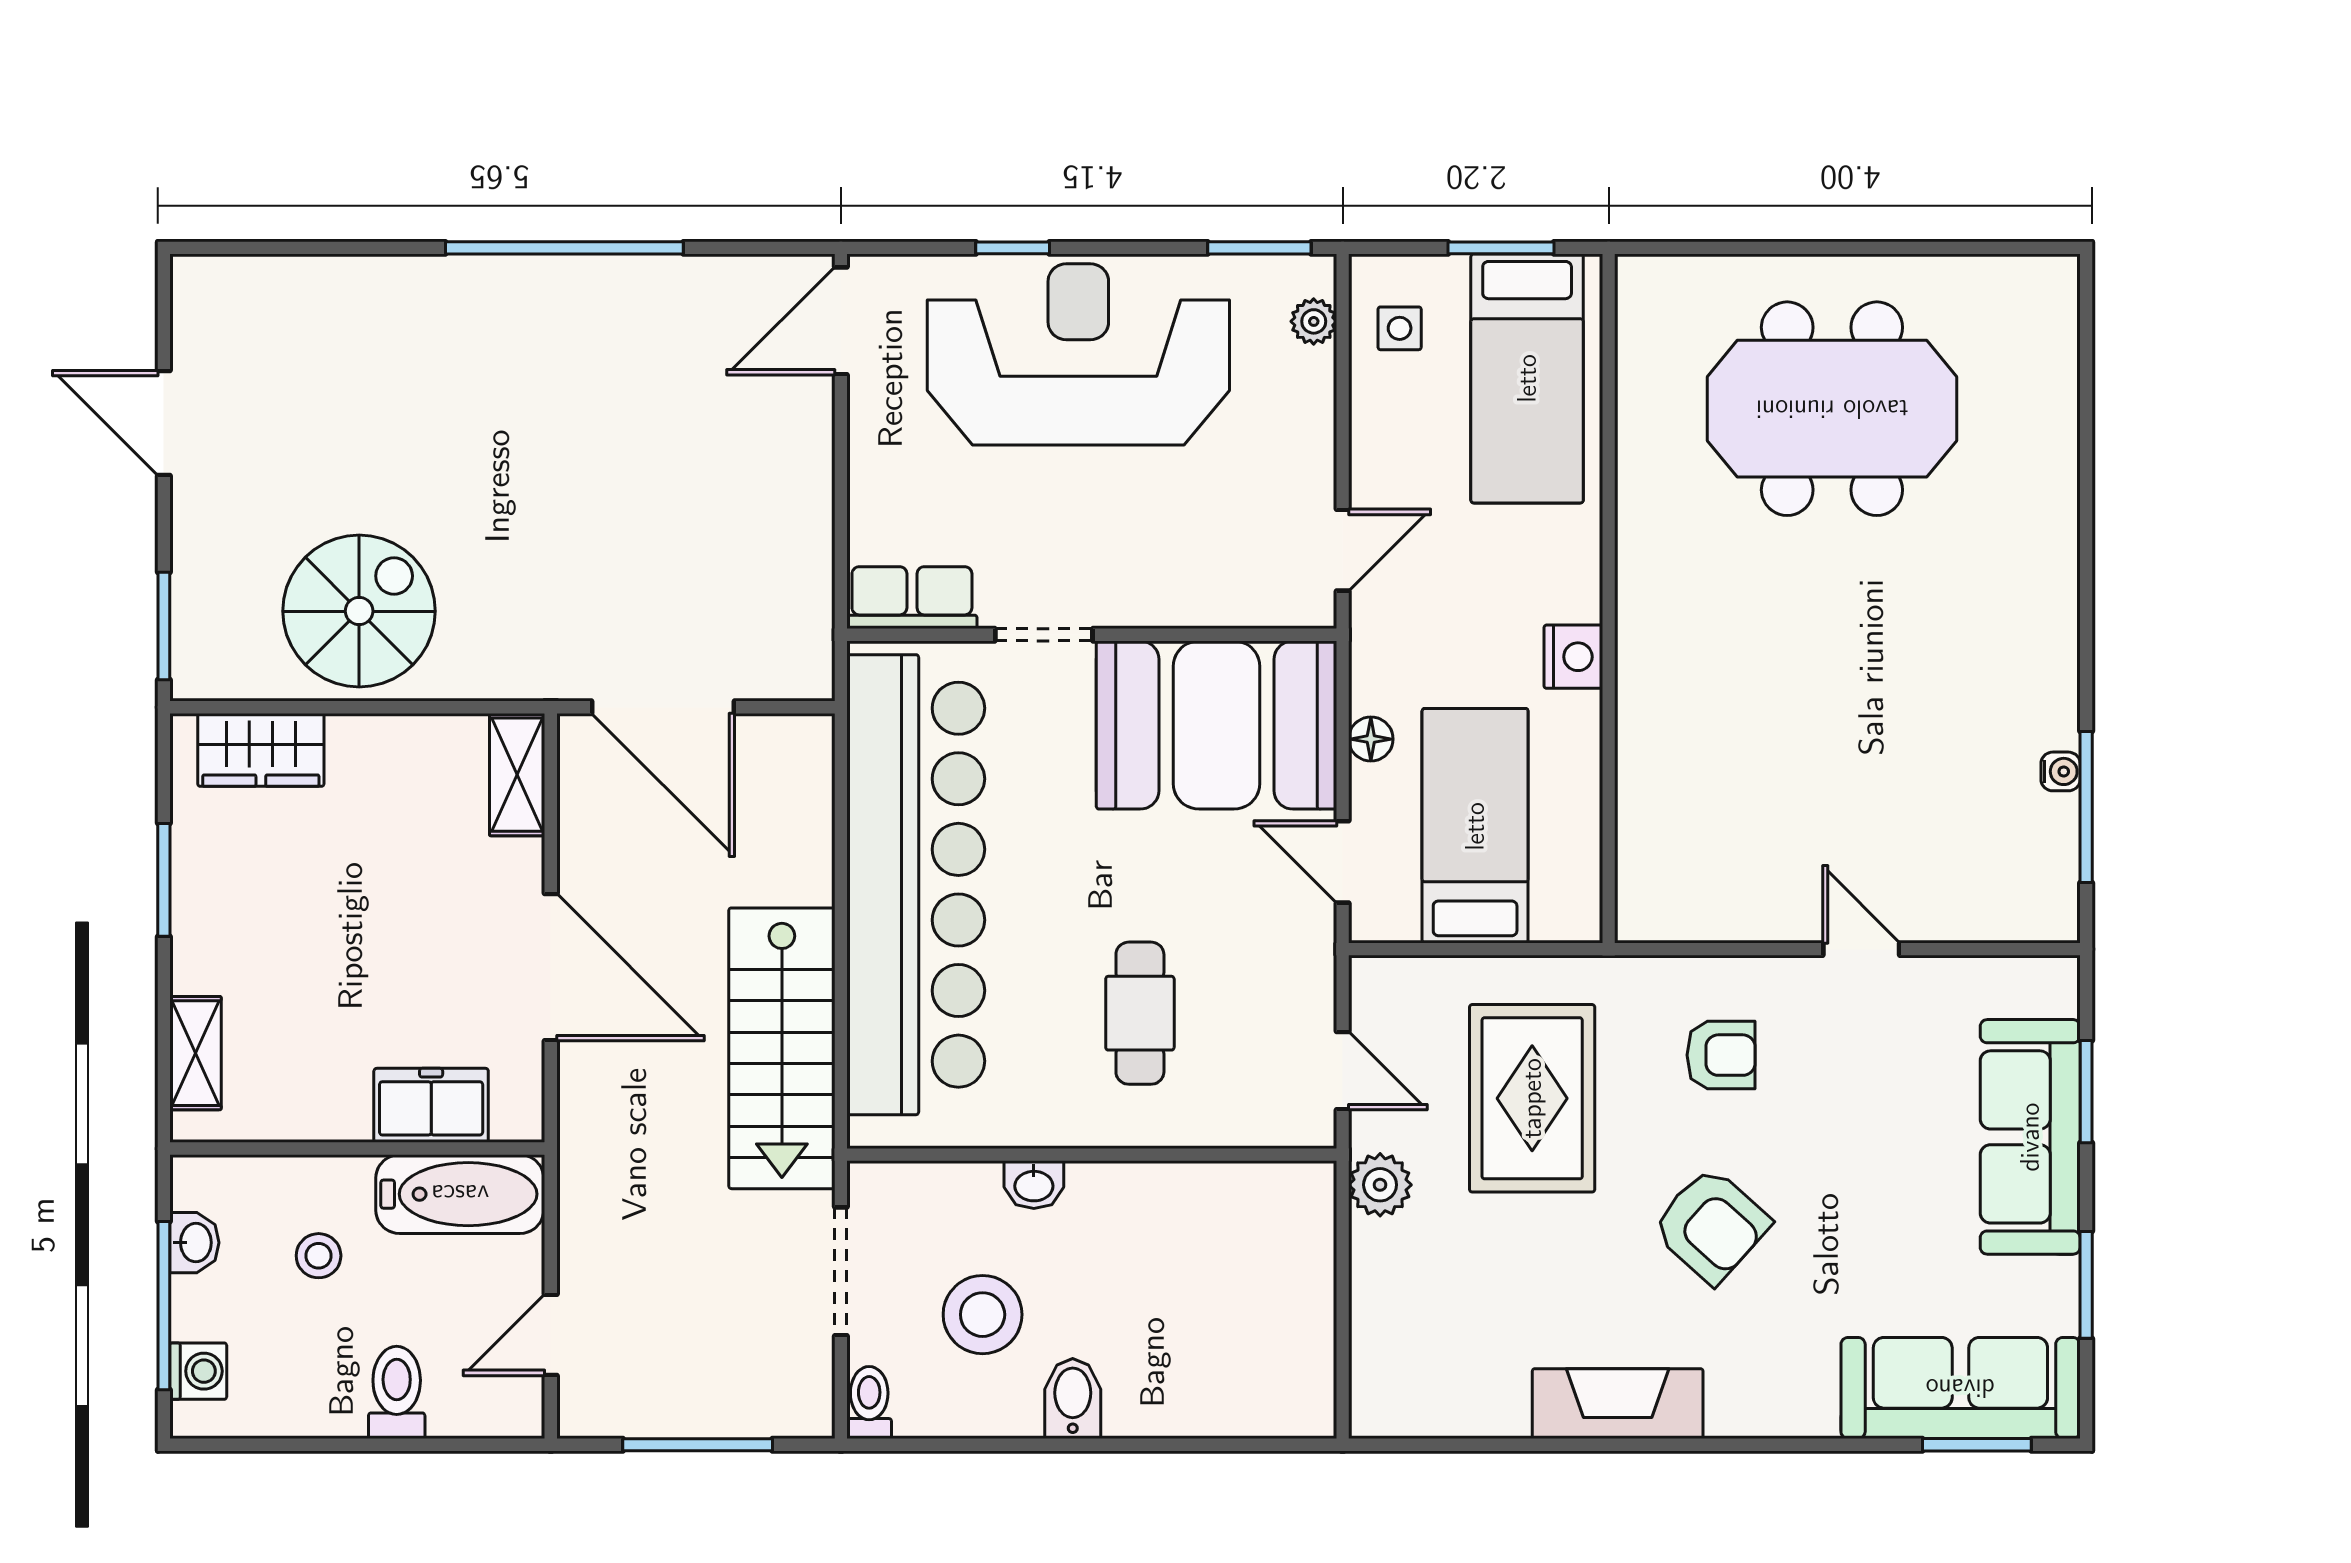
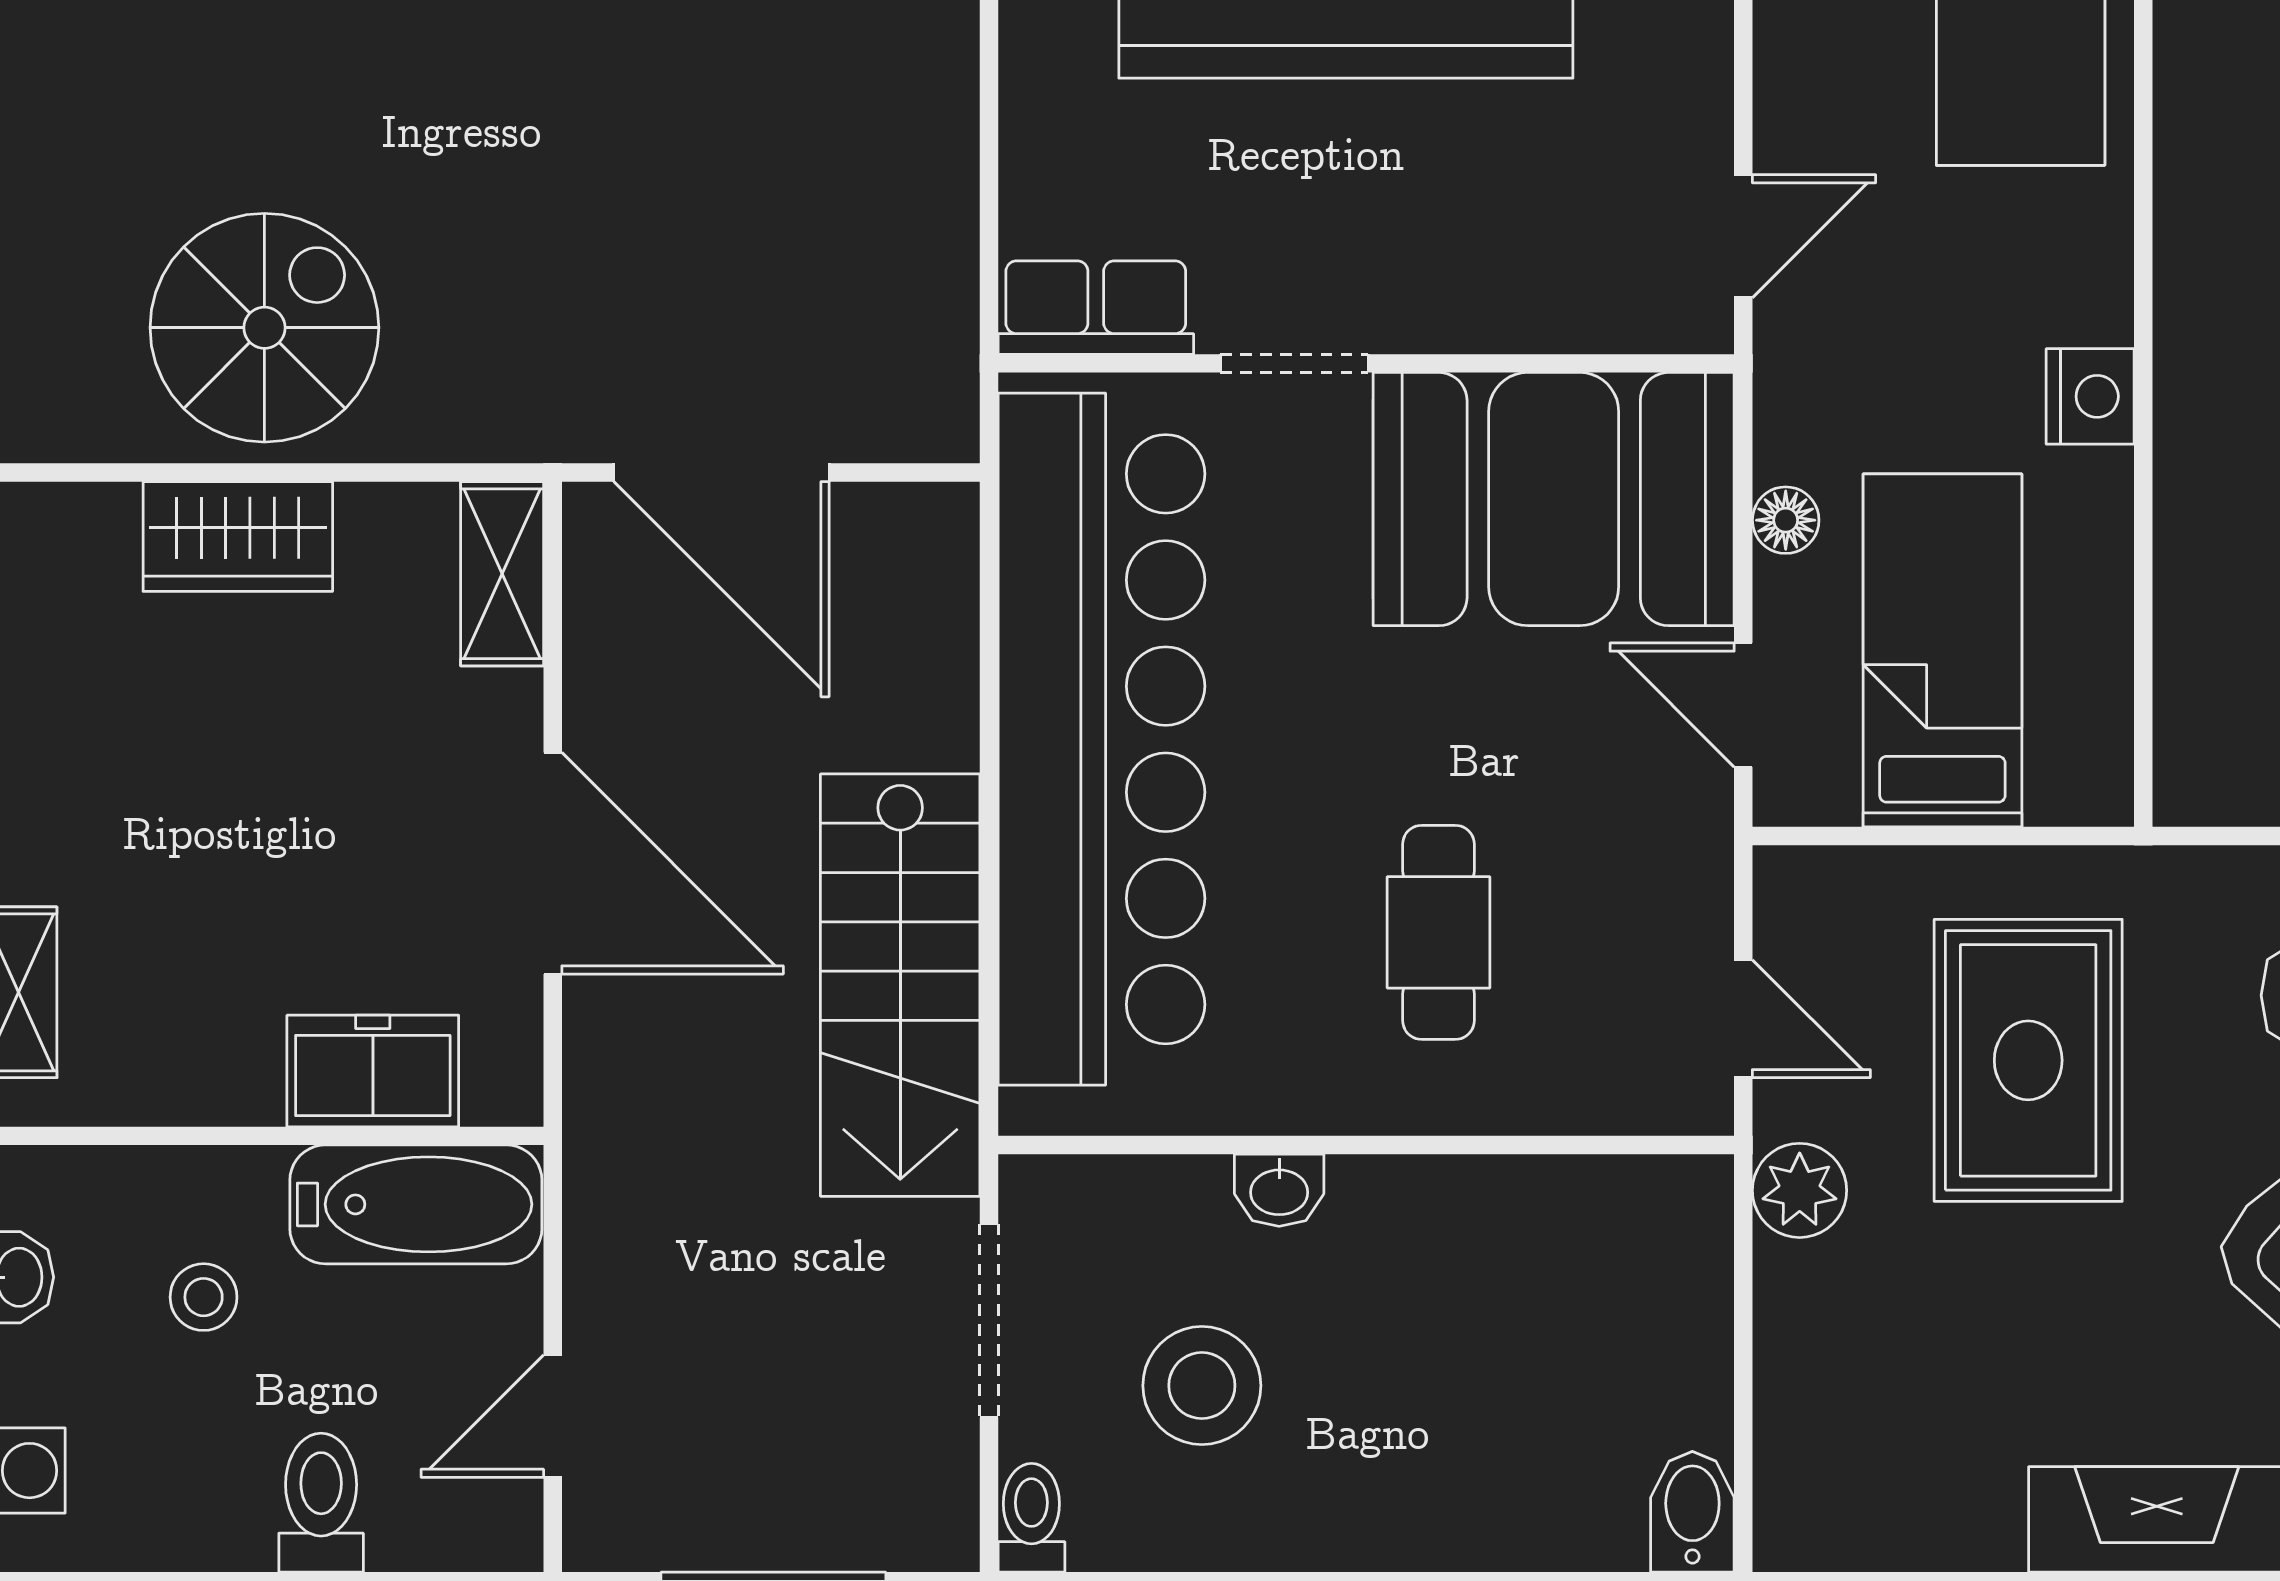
wardrobe: (261, 750) -> (238, 537), moved
bidet: (1073, 1399) -> (1692, 1512), moved

